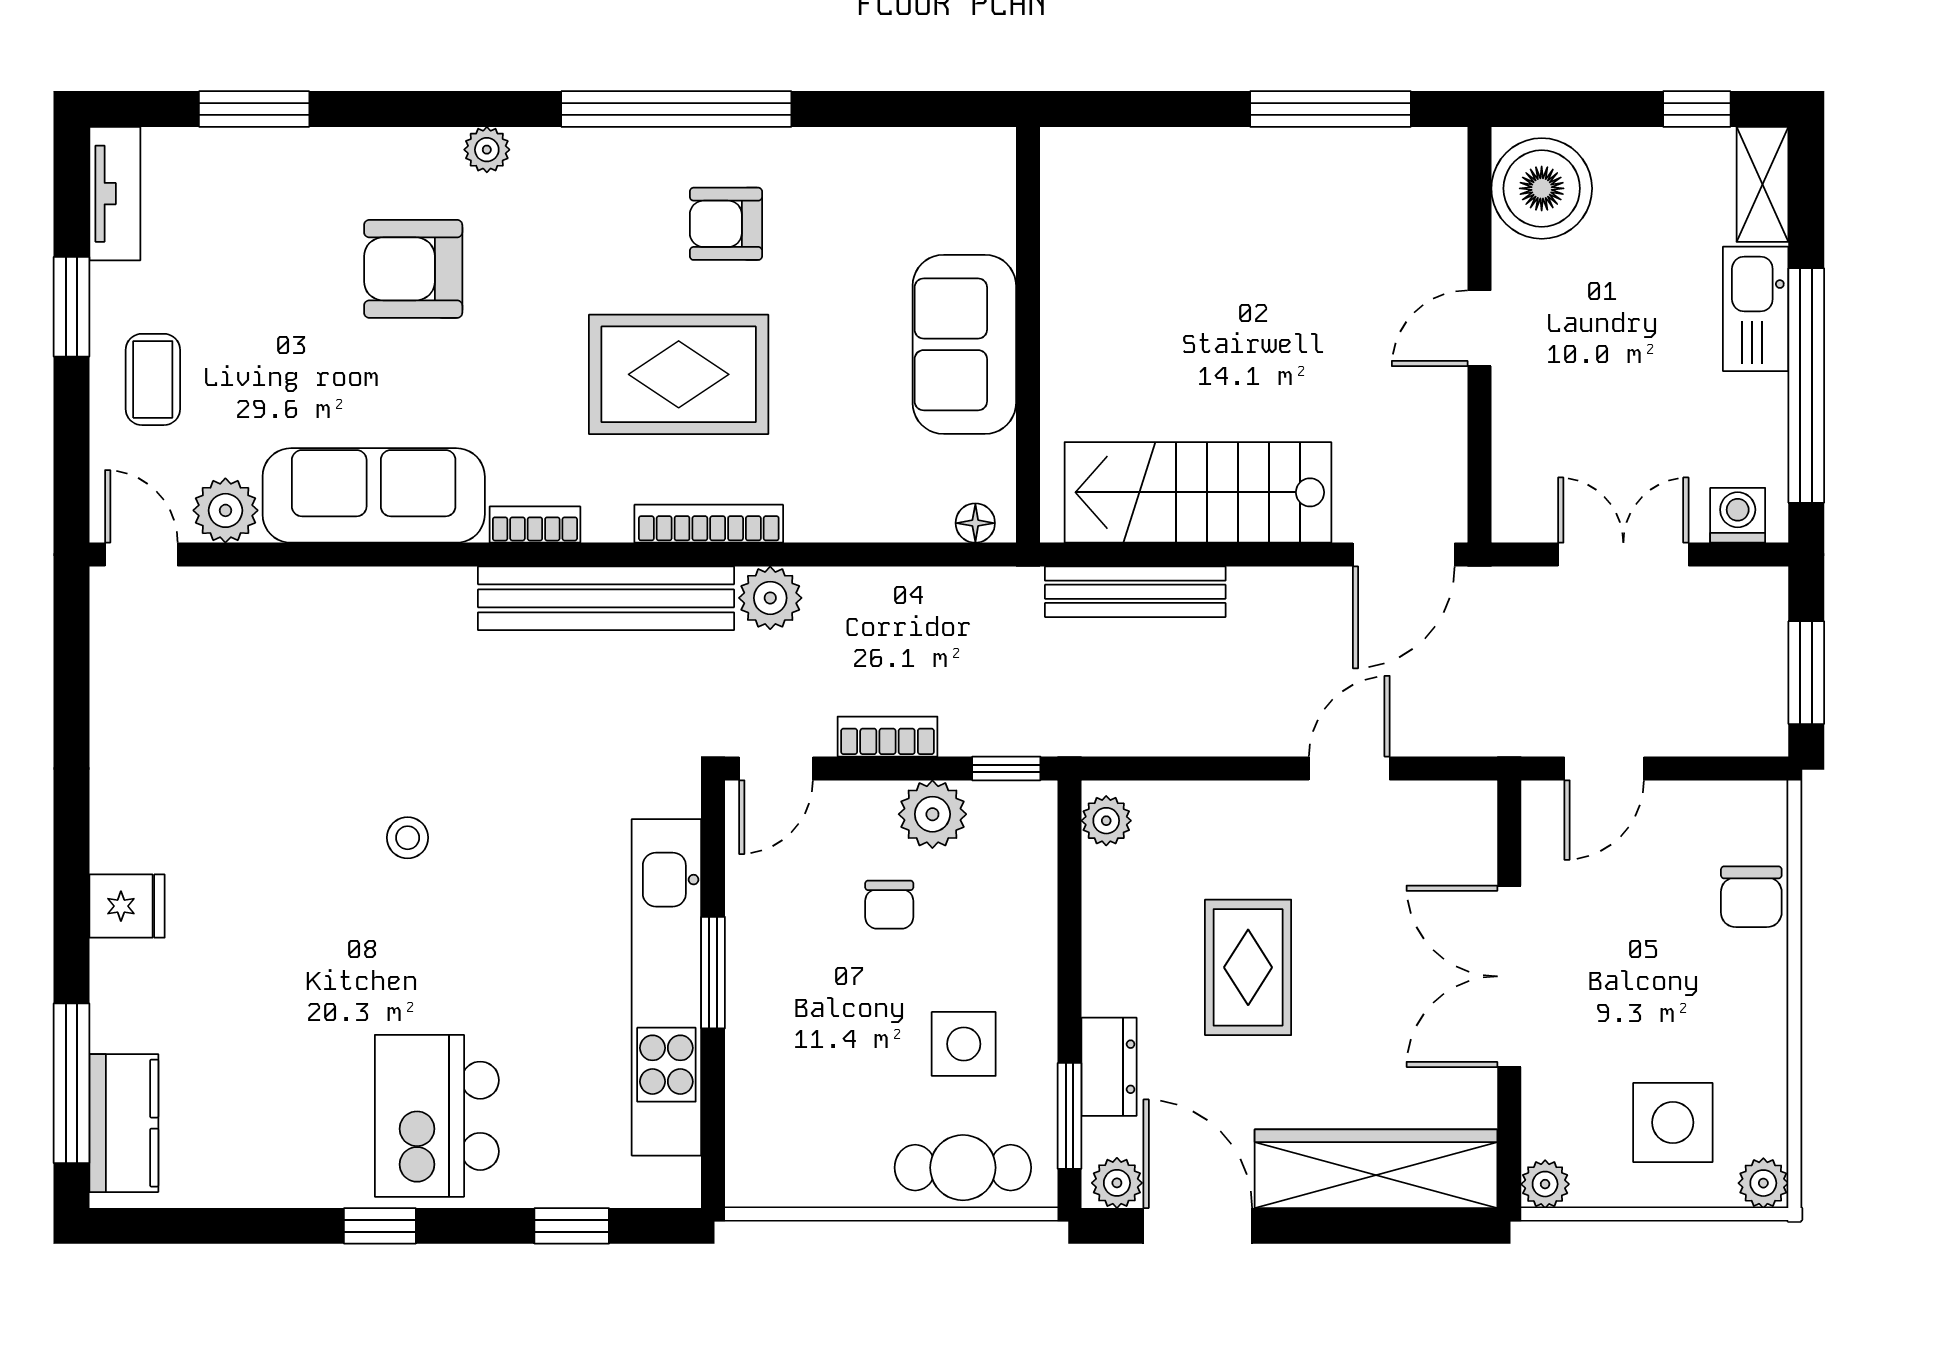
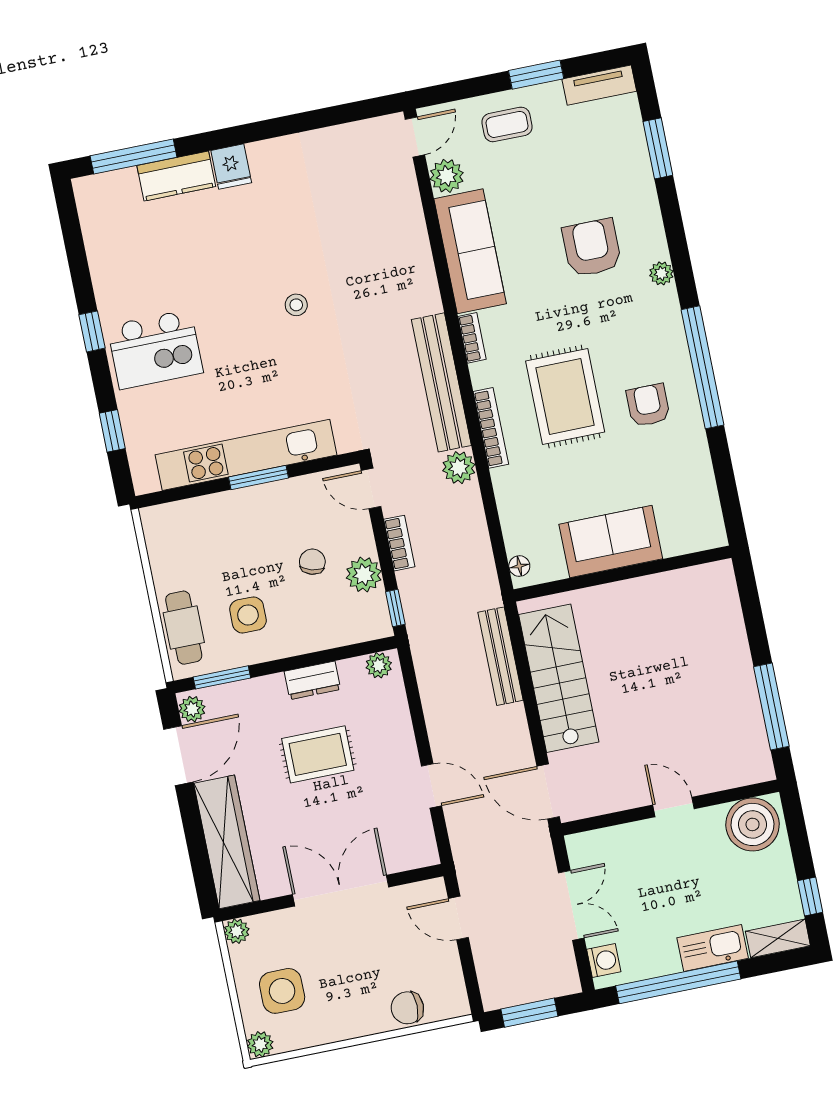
chair: (889, 905) -> (312, 562), turned 106
dresser: (1109, 1067) -> (312, 680), moved
kitchen island: (437, 1116) -> (155, 349), turned 180
kitchen counter: (124, 1123) -> (176, 176), moved

